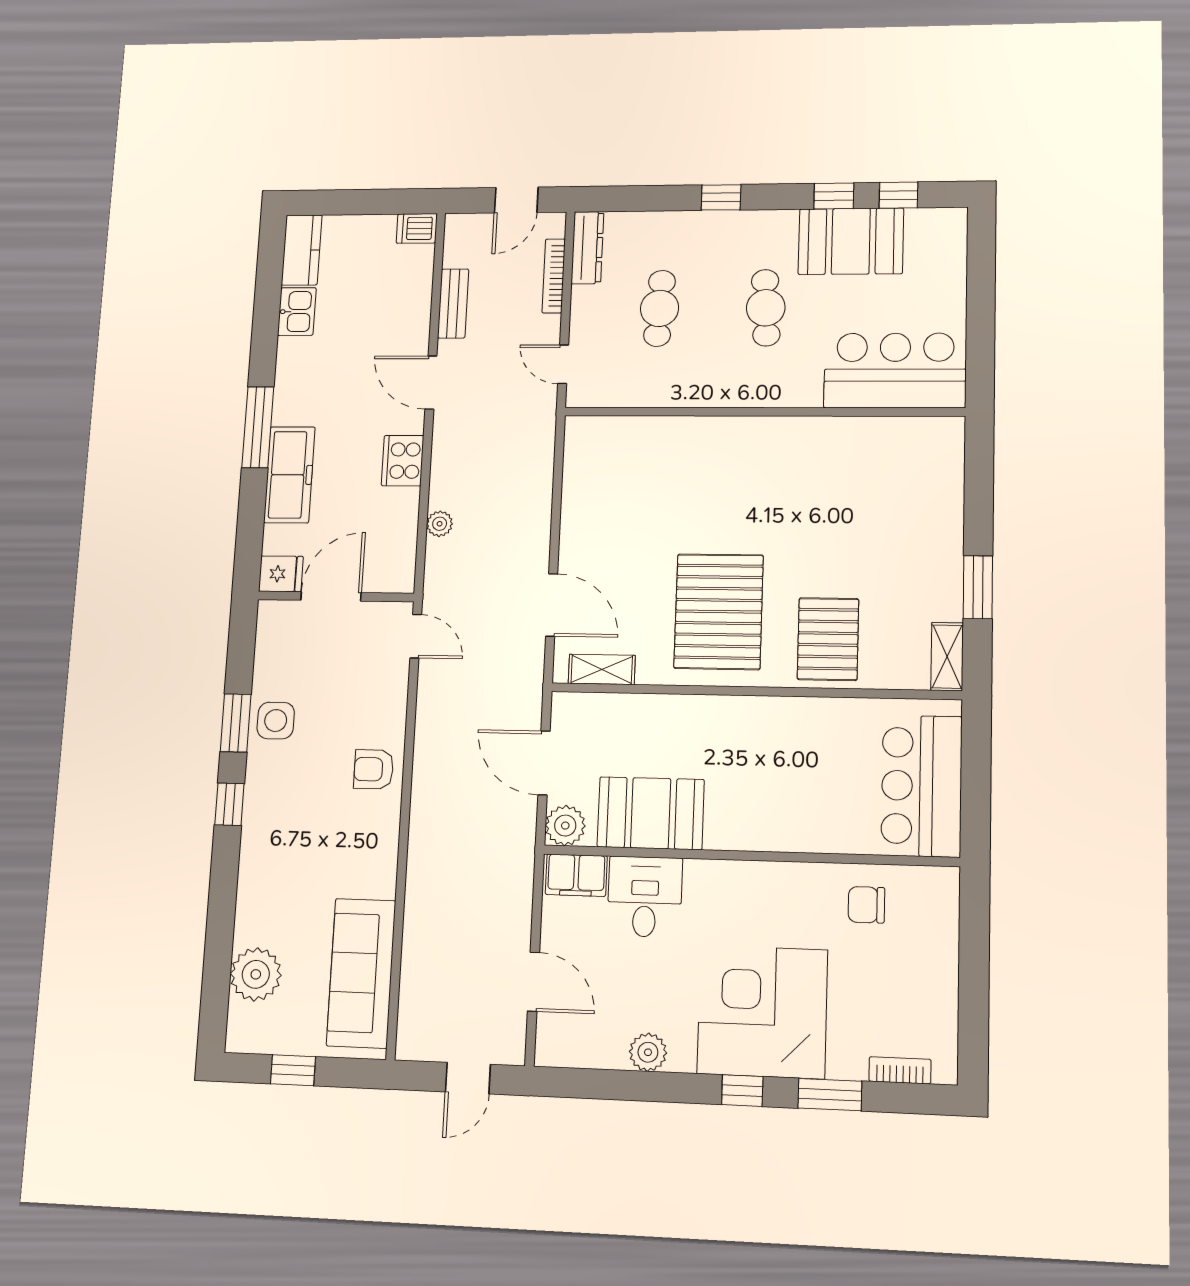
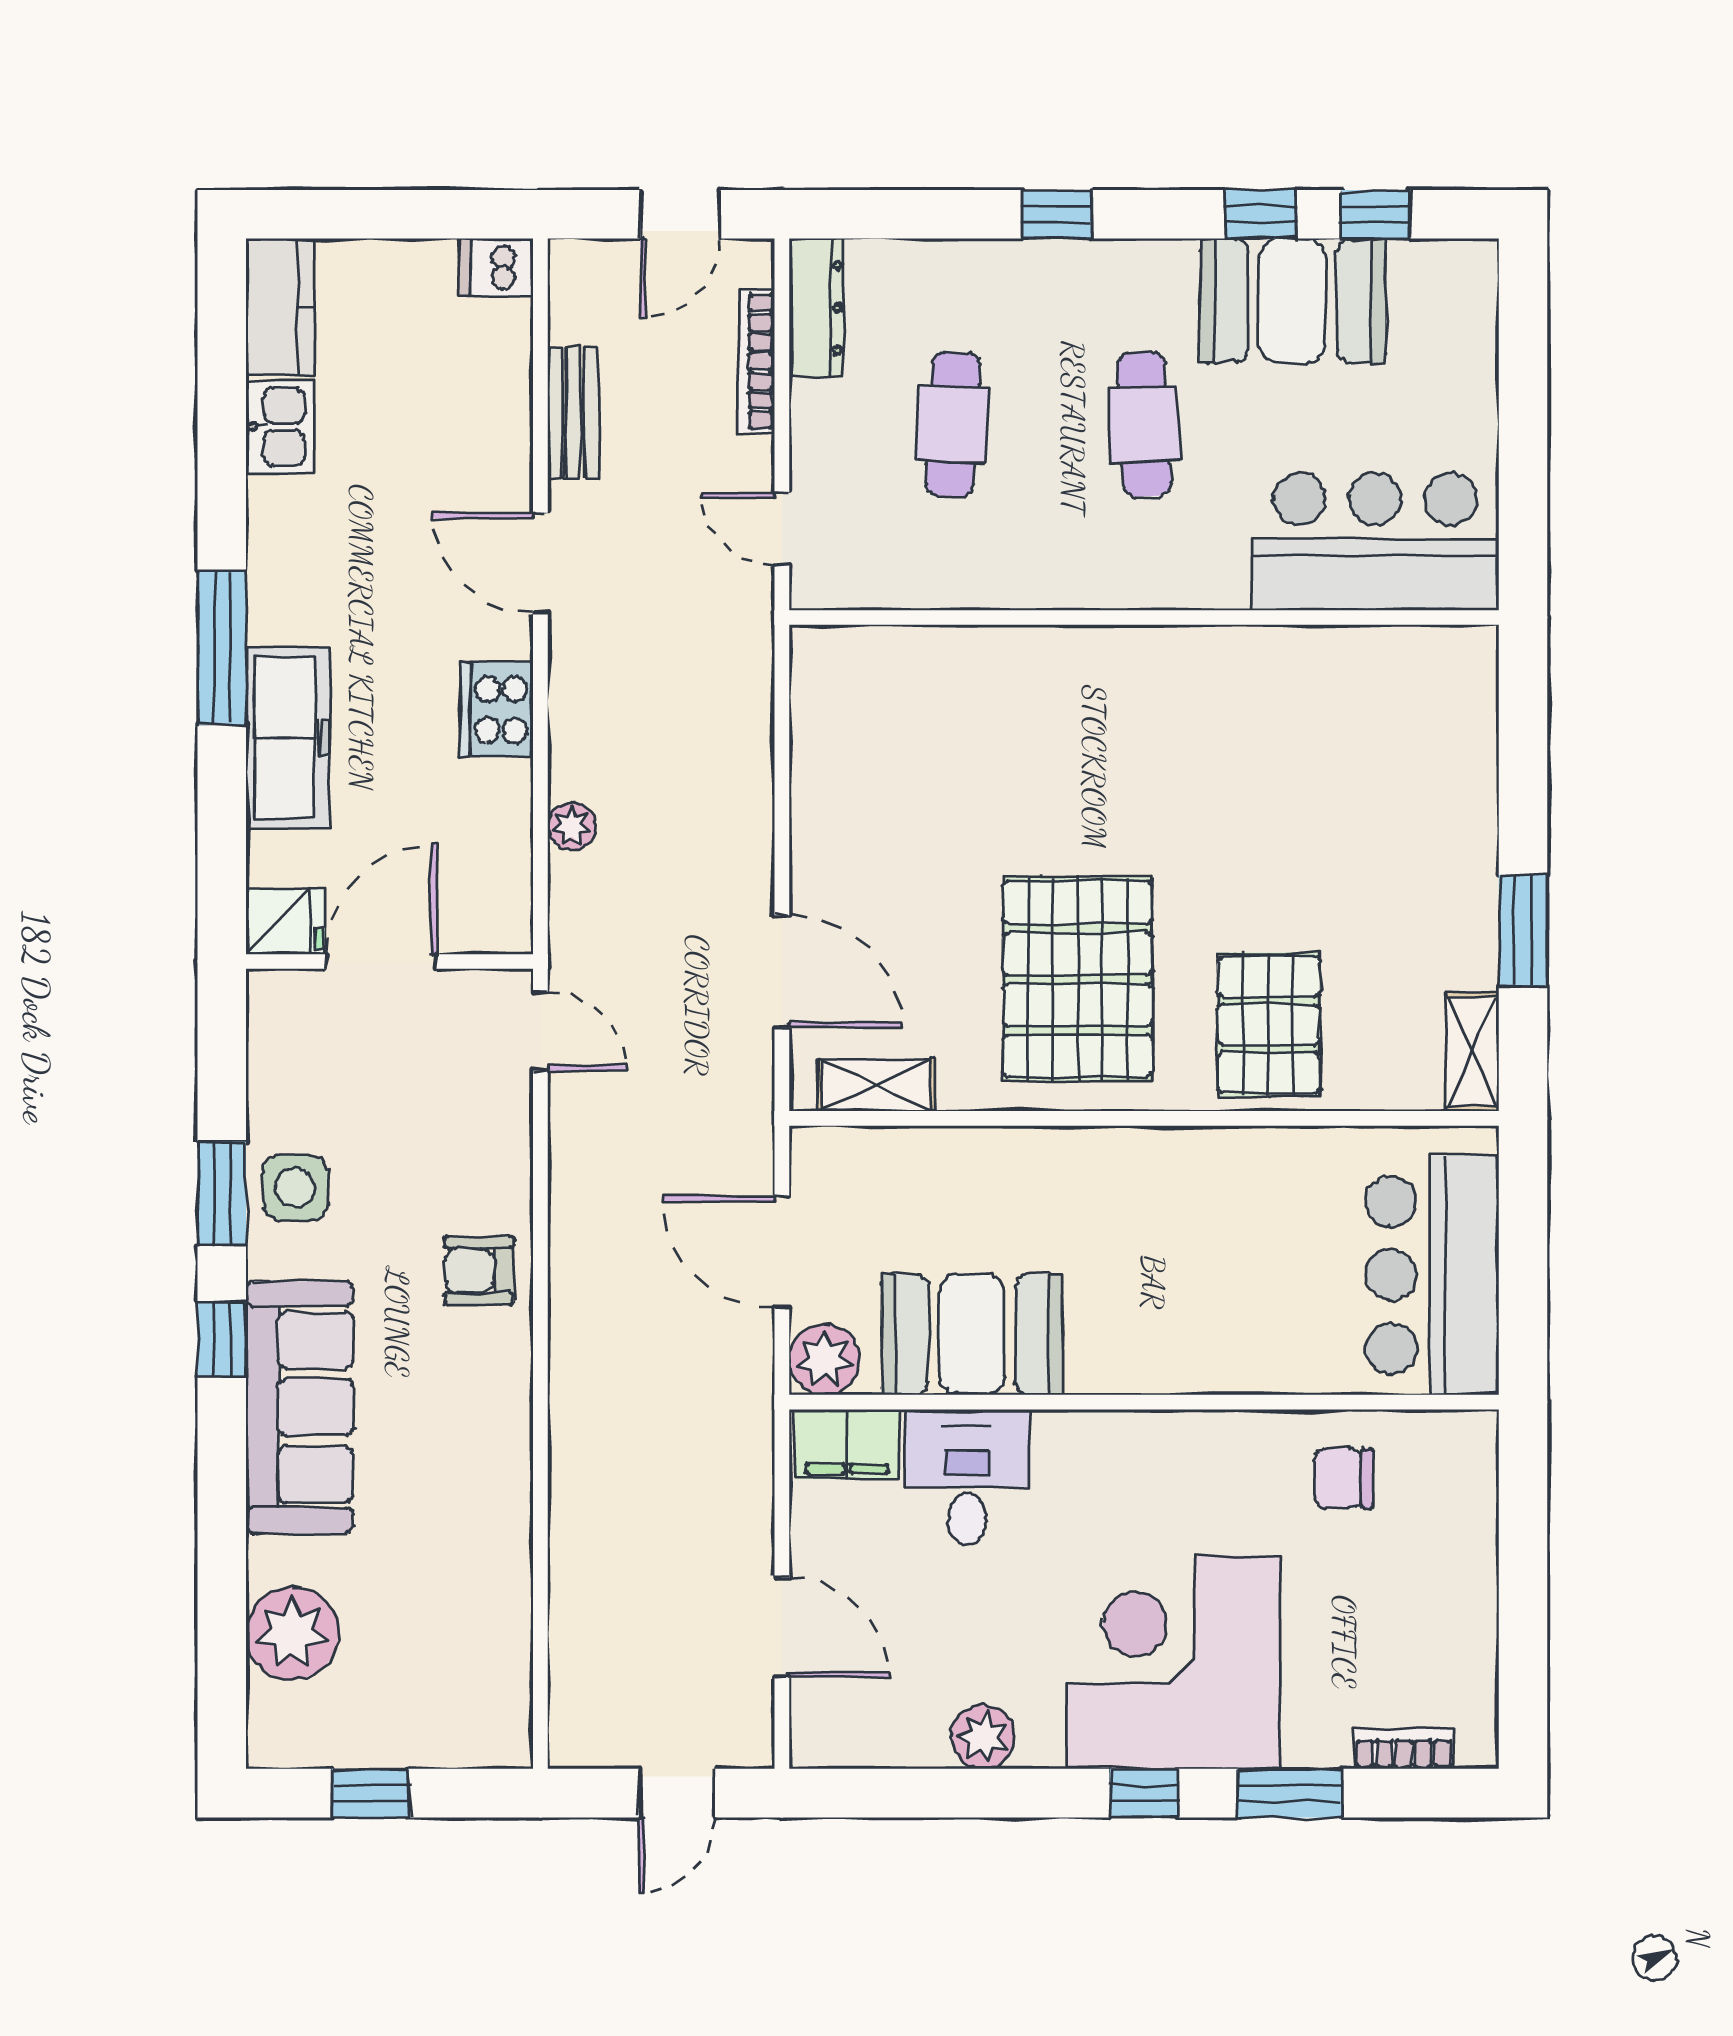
sofa: (361, 973) -> (299, 1407), moved, turned 180

